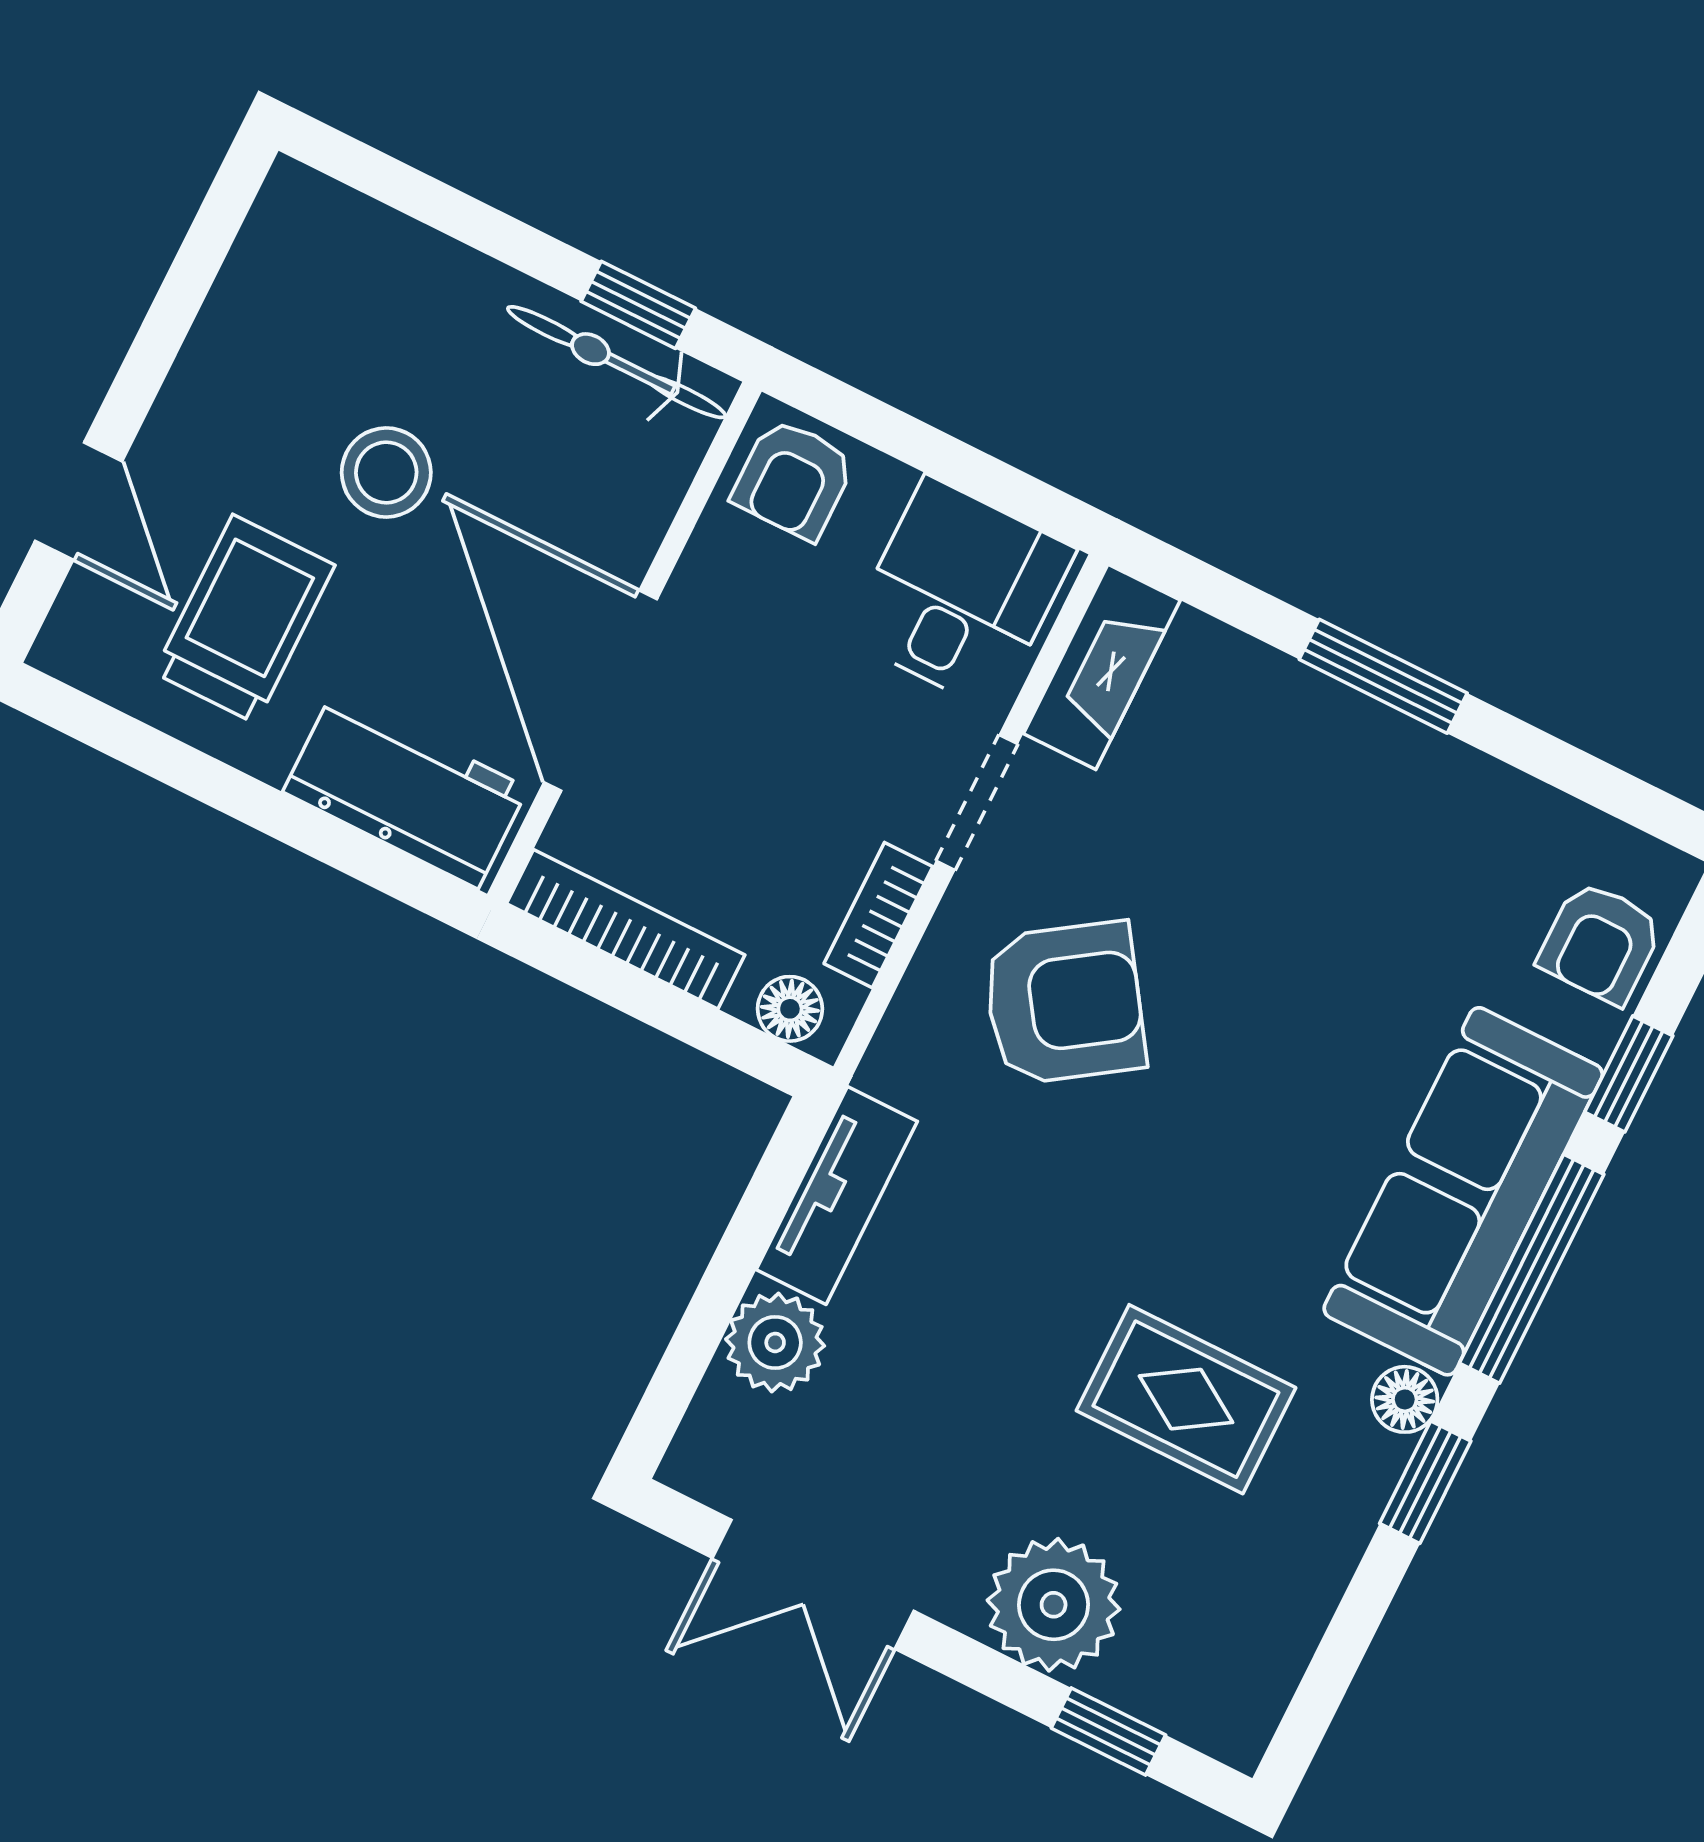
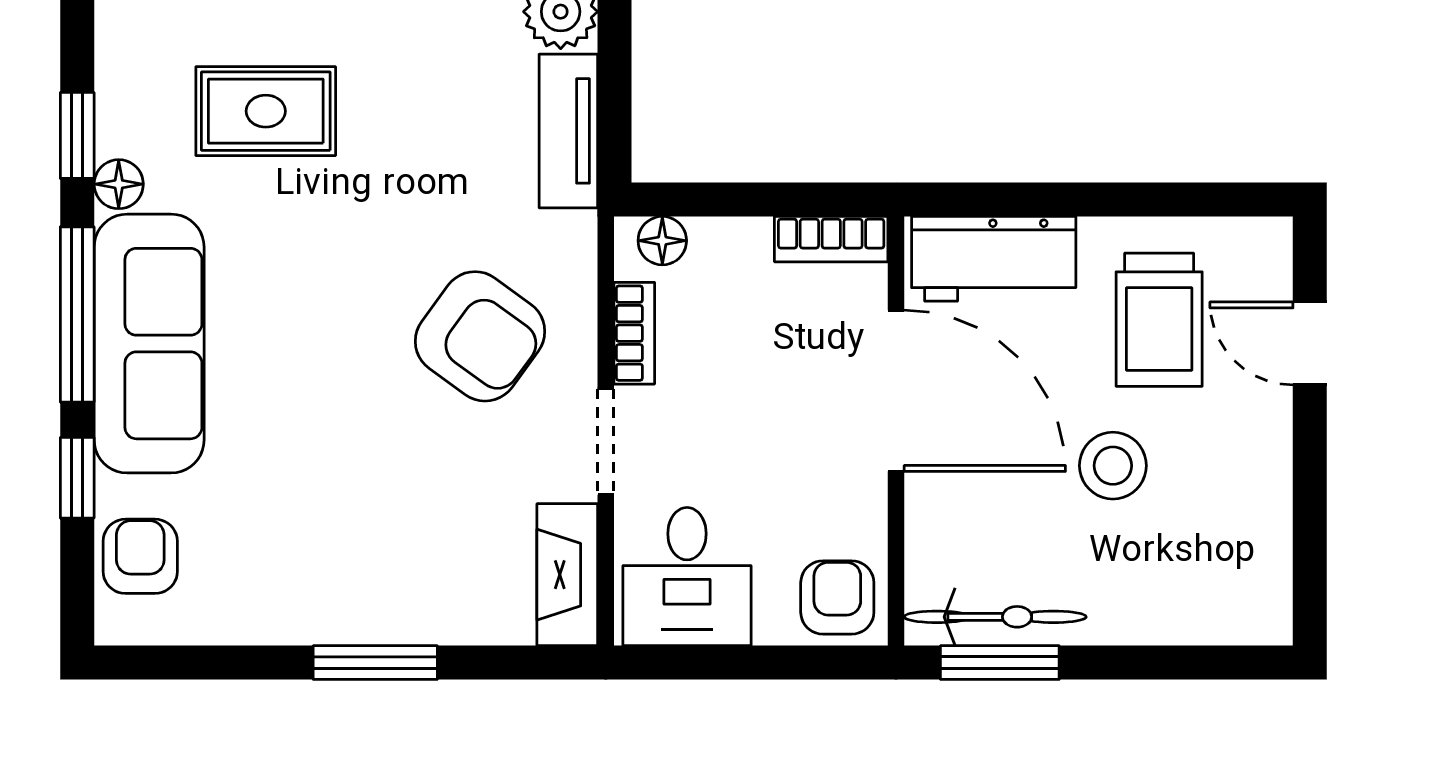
window: (638, 305) -> (1000, 663), width x1.50
bookcase: (626, 929) -> (831, 239), width x0.64
armchair: (1064, 1003) -> (480, 336), turned -110

